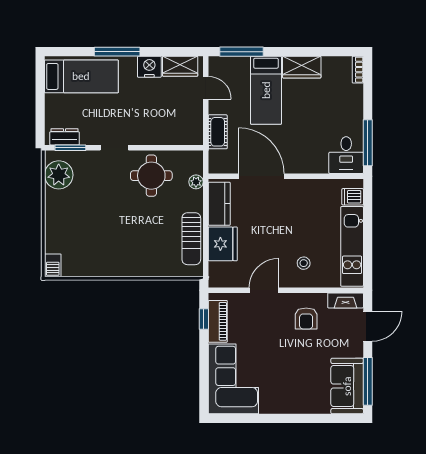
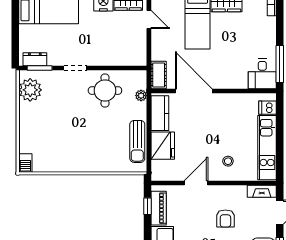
cot: (218, 132) -> (159, 75), moved
armchair: (306, 318) -> (225, 218), moved

